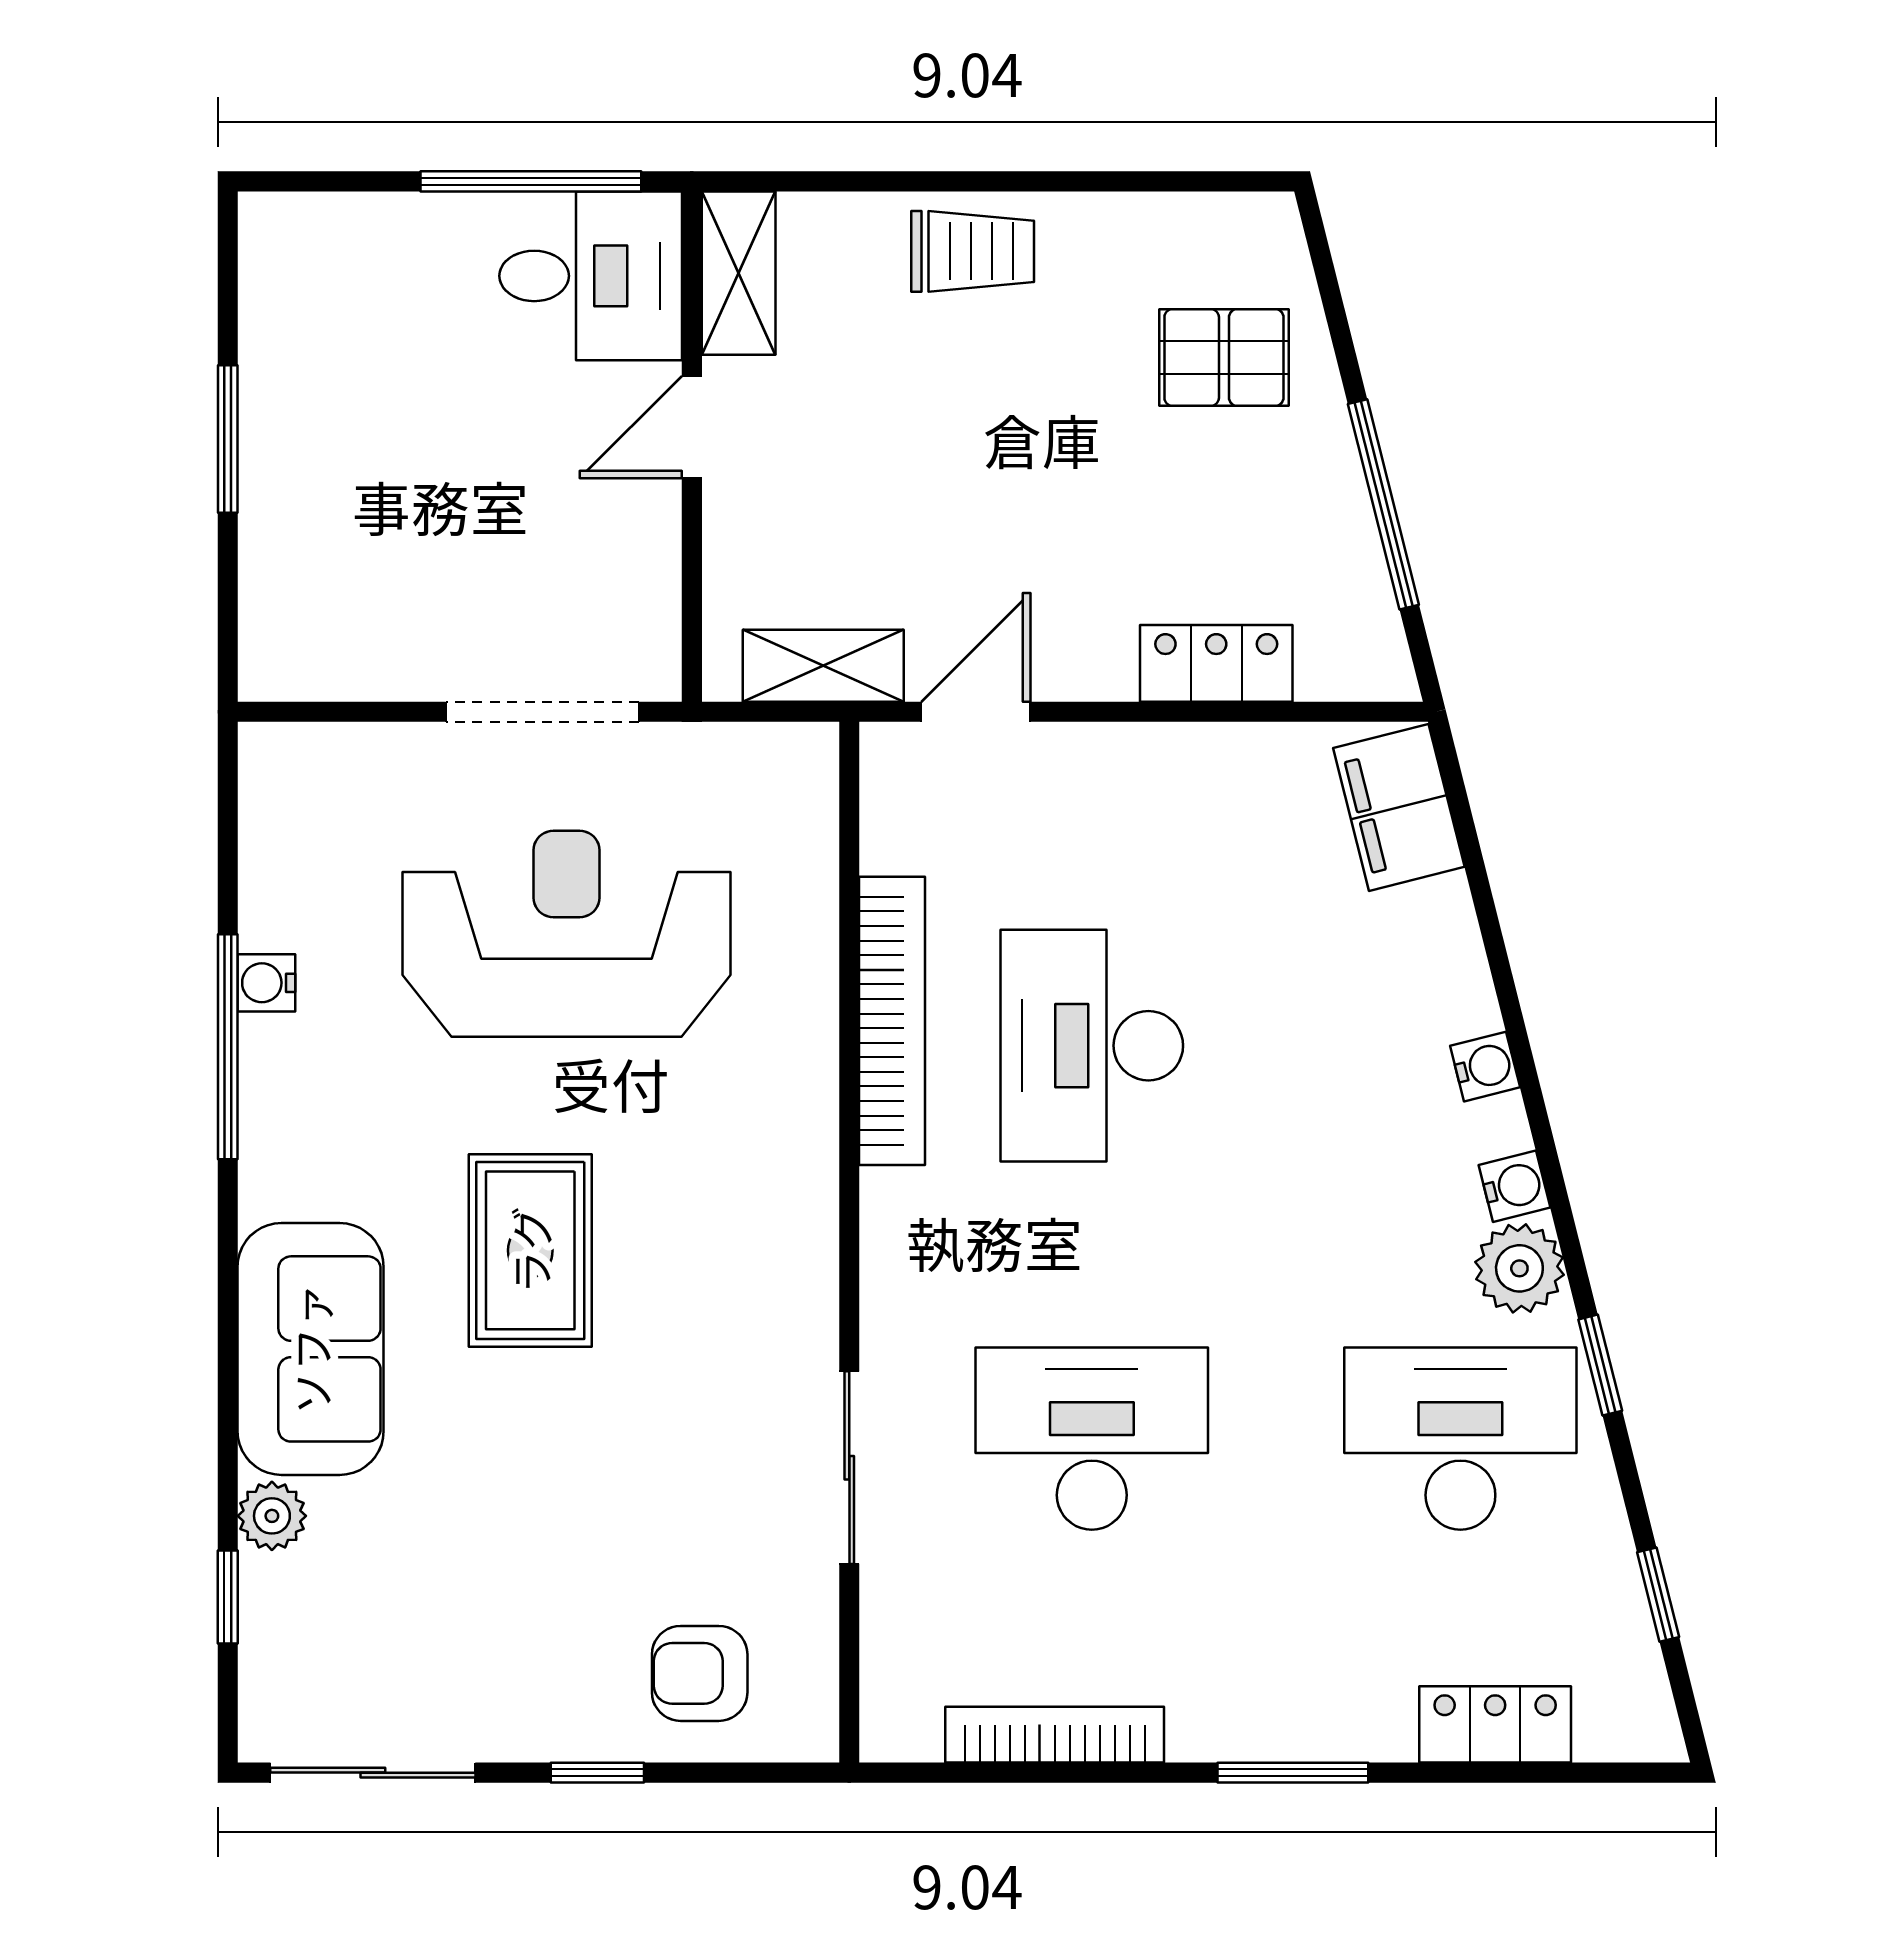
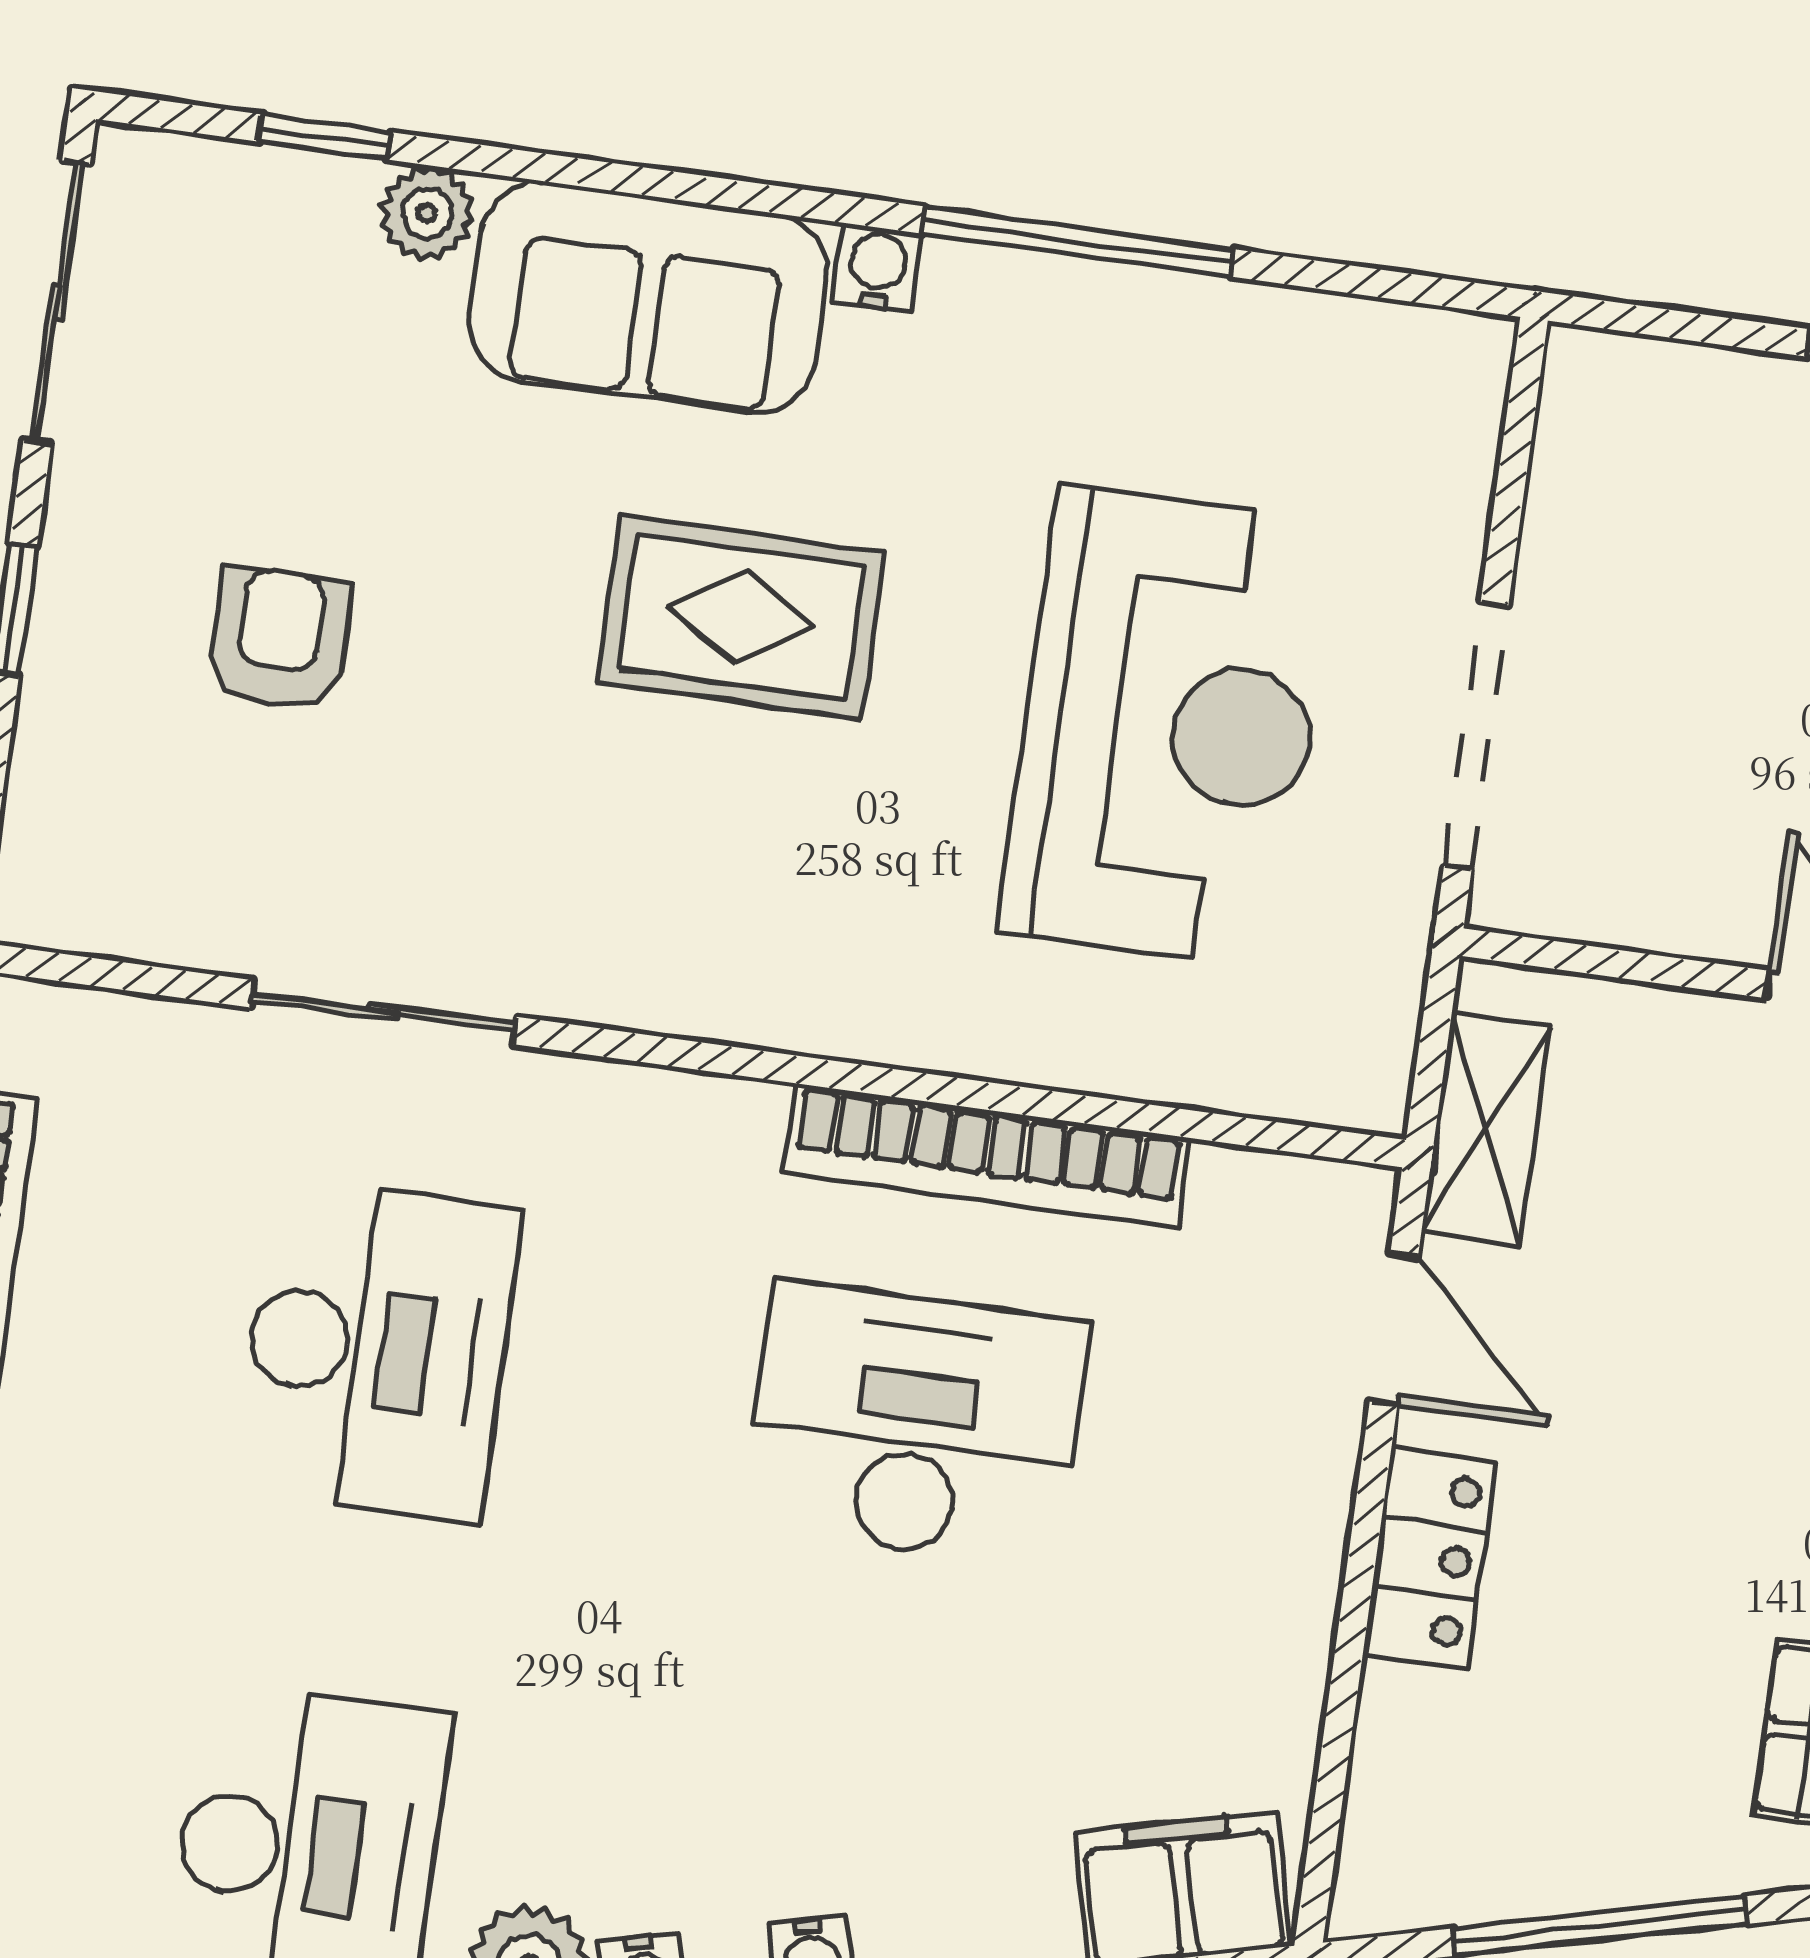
locker: (1216, 663) -> (1430, 1558), moved
water cooler: (266, 983) -> (878, 268), moved
armchair: (700, 1673) -> (279, 639), moved

